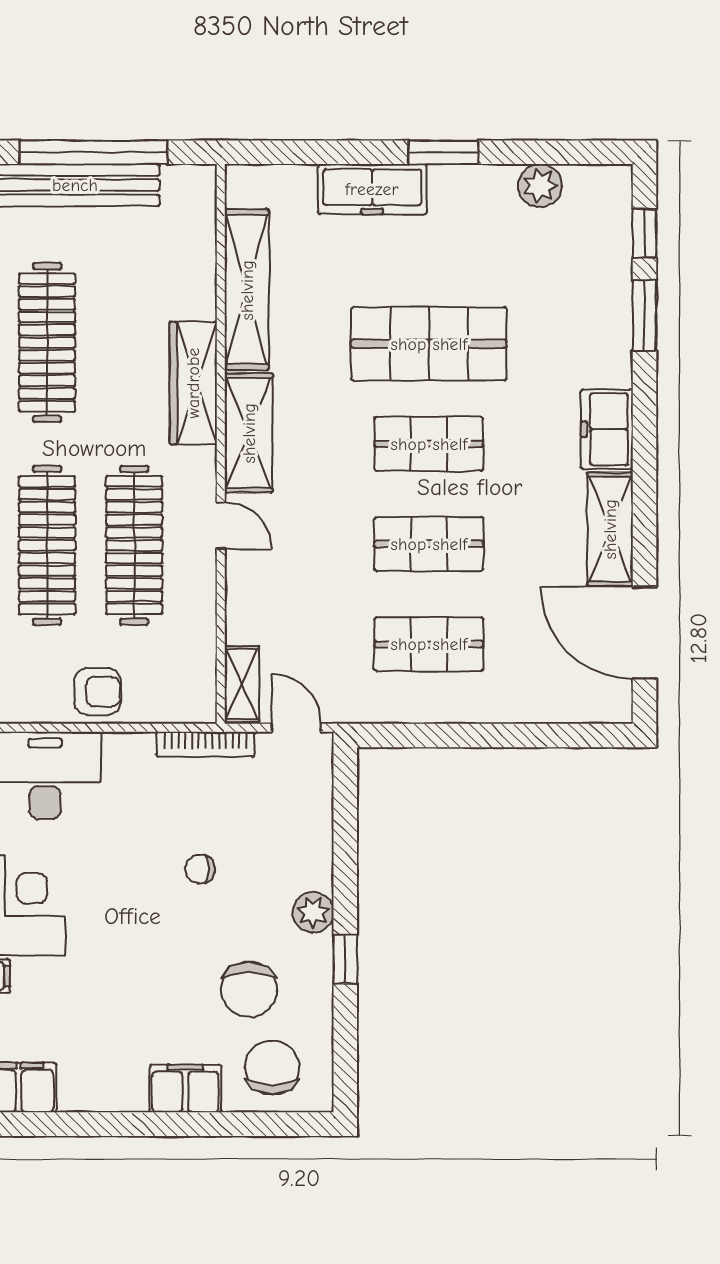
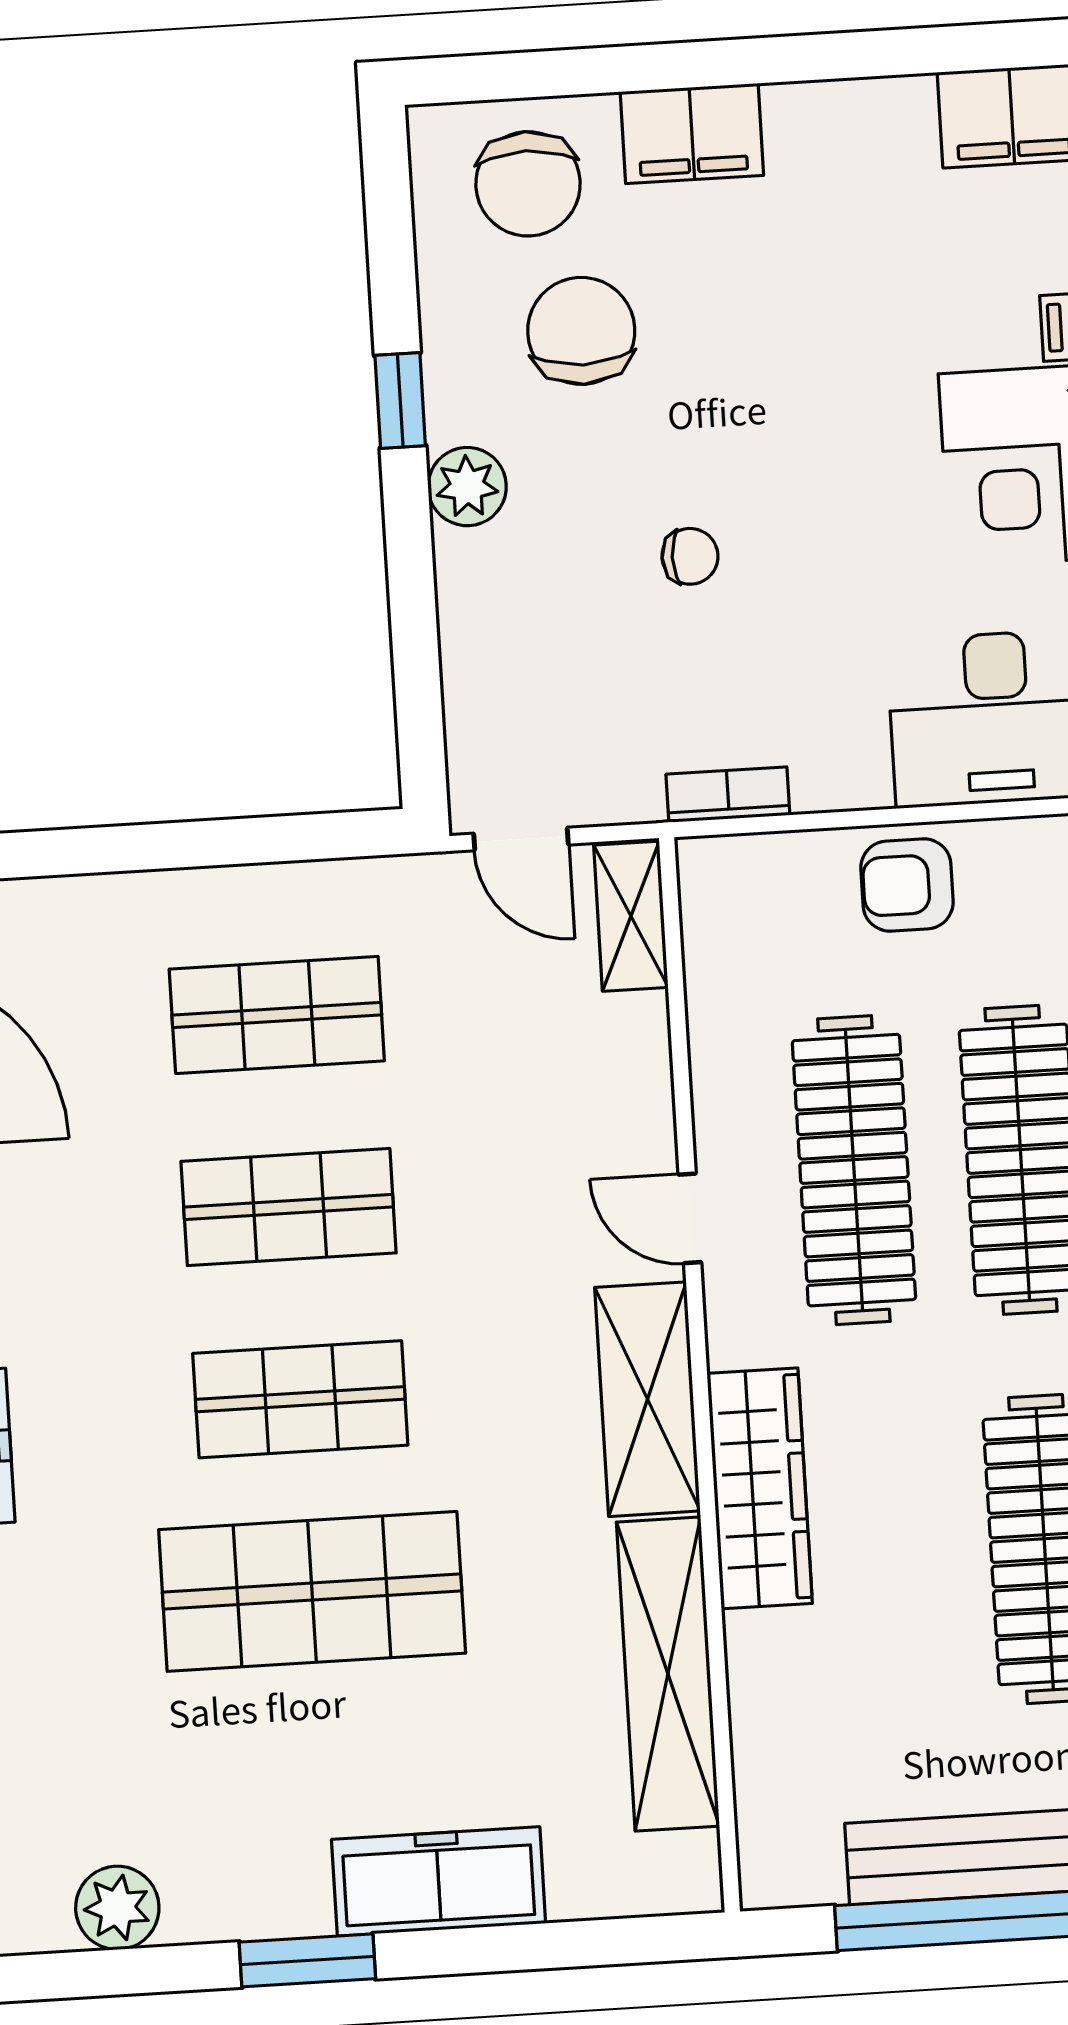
bookcase: (205, 744) -> (728, 795), width x0.64

